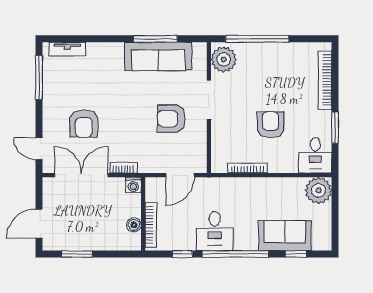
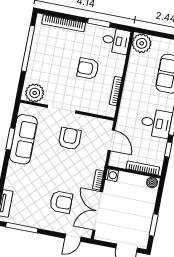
window: (155, 39) -> (10, 139), width x0.69
window: (257, 39) -> (28, 48), moved
armchair: (171, 119) -> (70, 139), turned 180
boiler: (134, 225) -> (152, 182), moved

